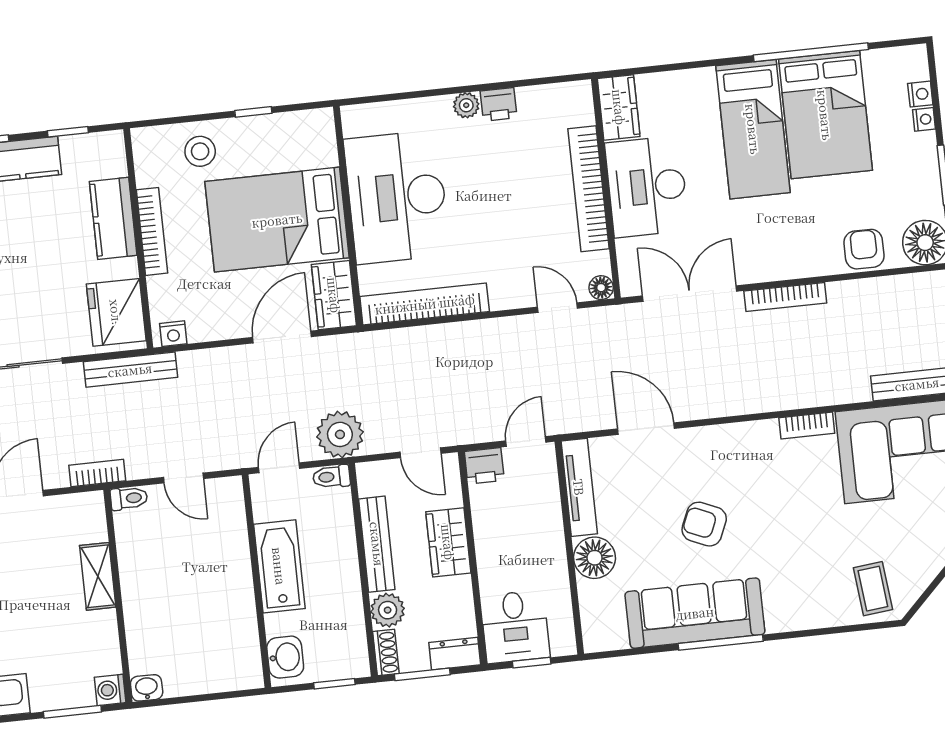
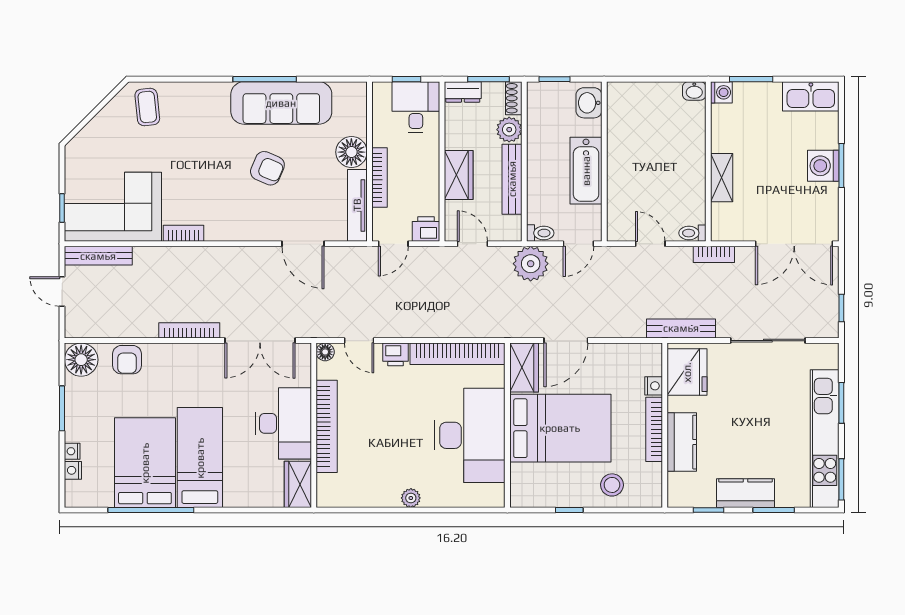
printer: (499, 104) -> (396, 354), moved, turned 180
nightstand: (173, 334) -> (654, 386), moved, turned 90
bookcase: (554, 528) -> (379, 177), added

